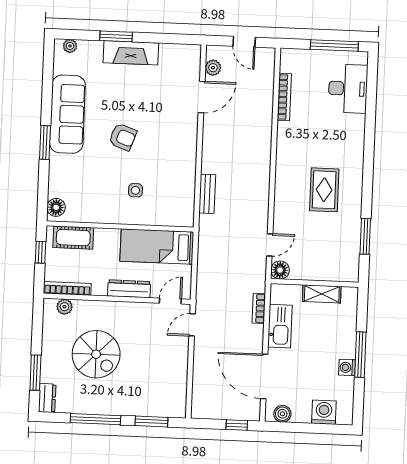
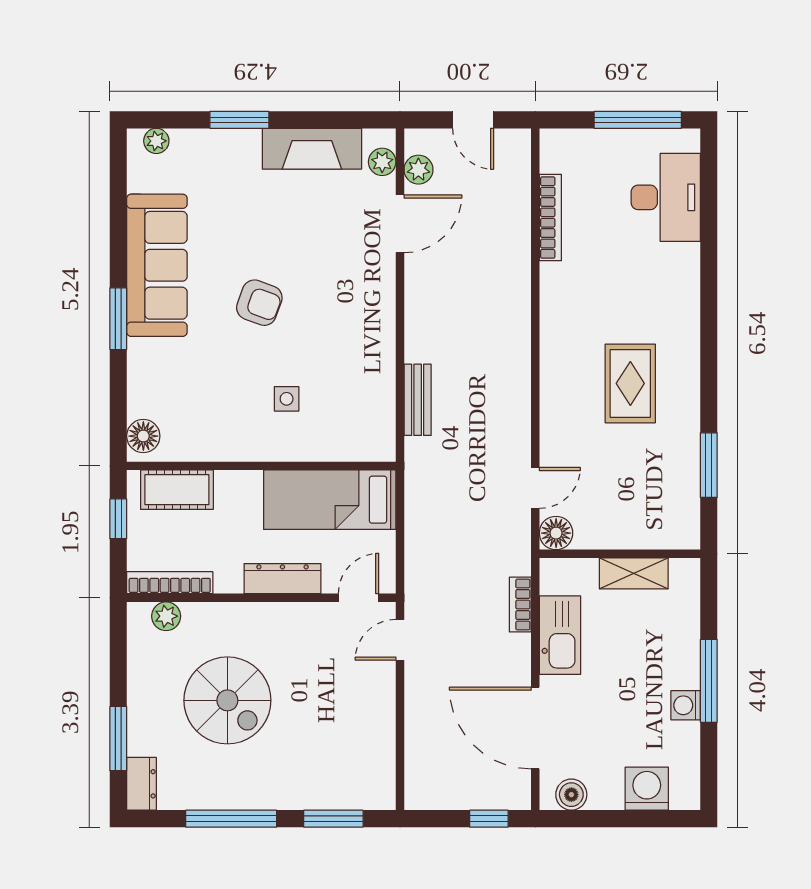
fireplace: (131, 53) -> (312, 149), moved
plant: (193, 63) -> (382, 162), added

